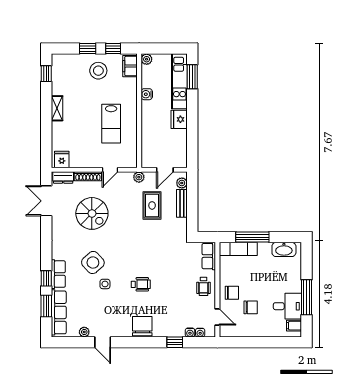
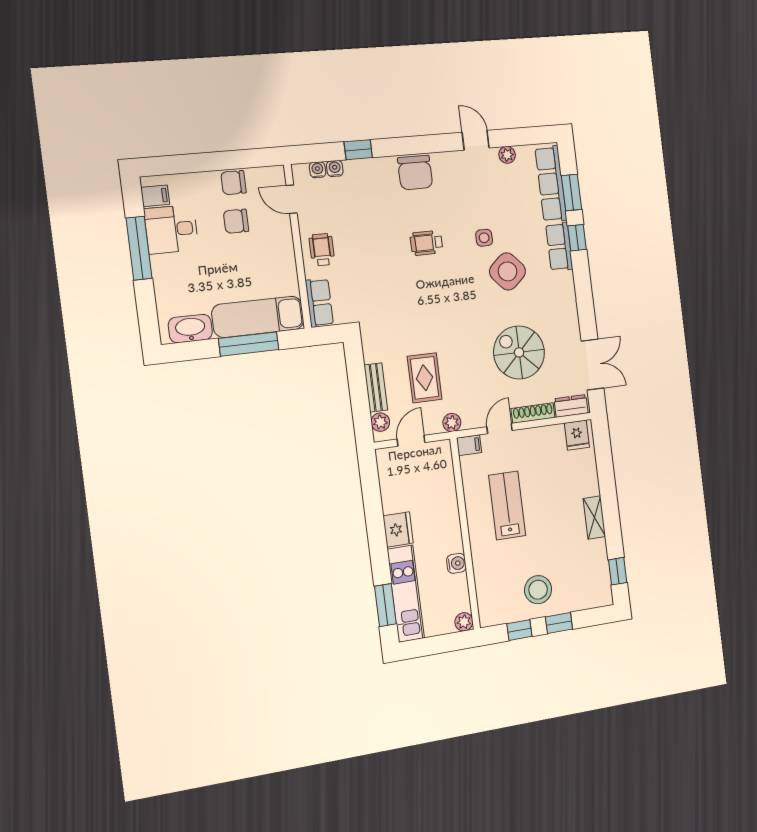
filing cabinet: (130, 66) -> (469, 445), moved, width x0.50
exam couch: (238, 249) -> (258, 317), width x1.36, depth x1.45
chair: (232, 293) -> (234, 183), moved

